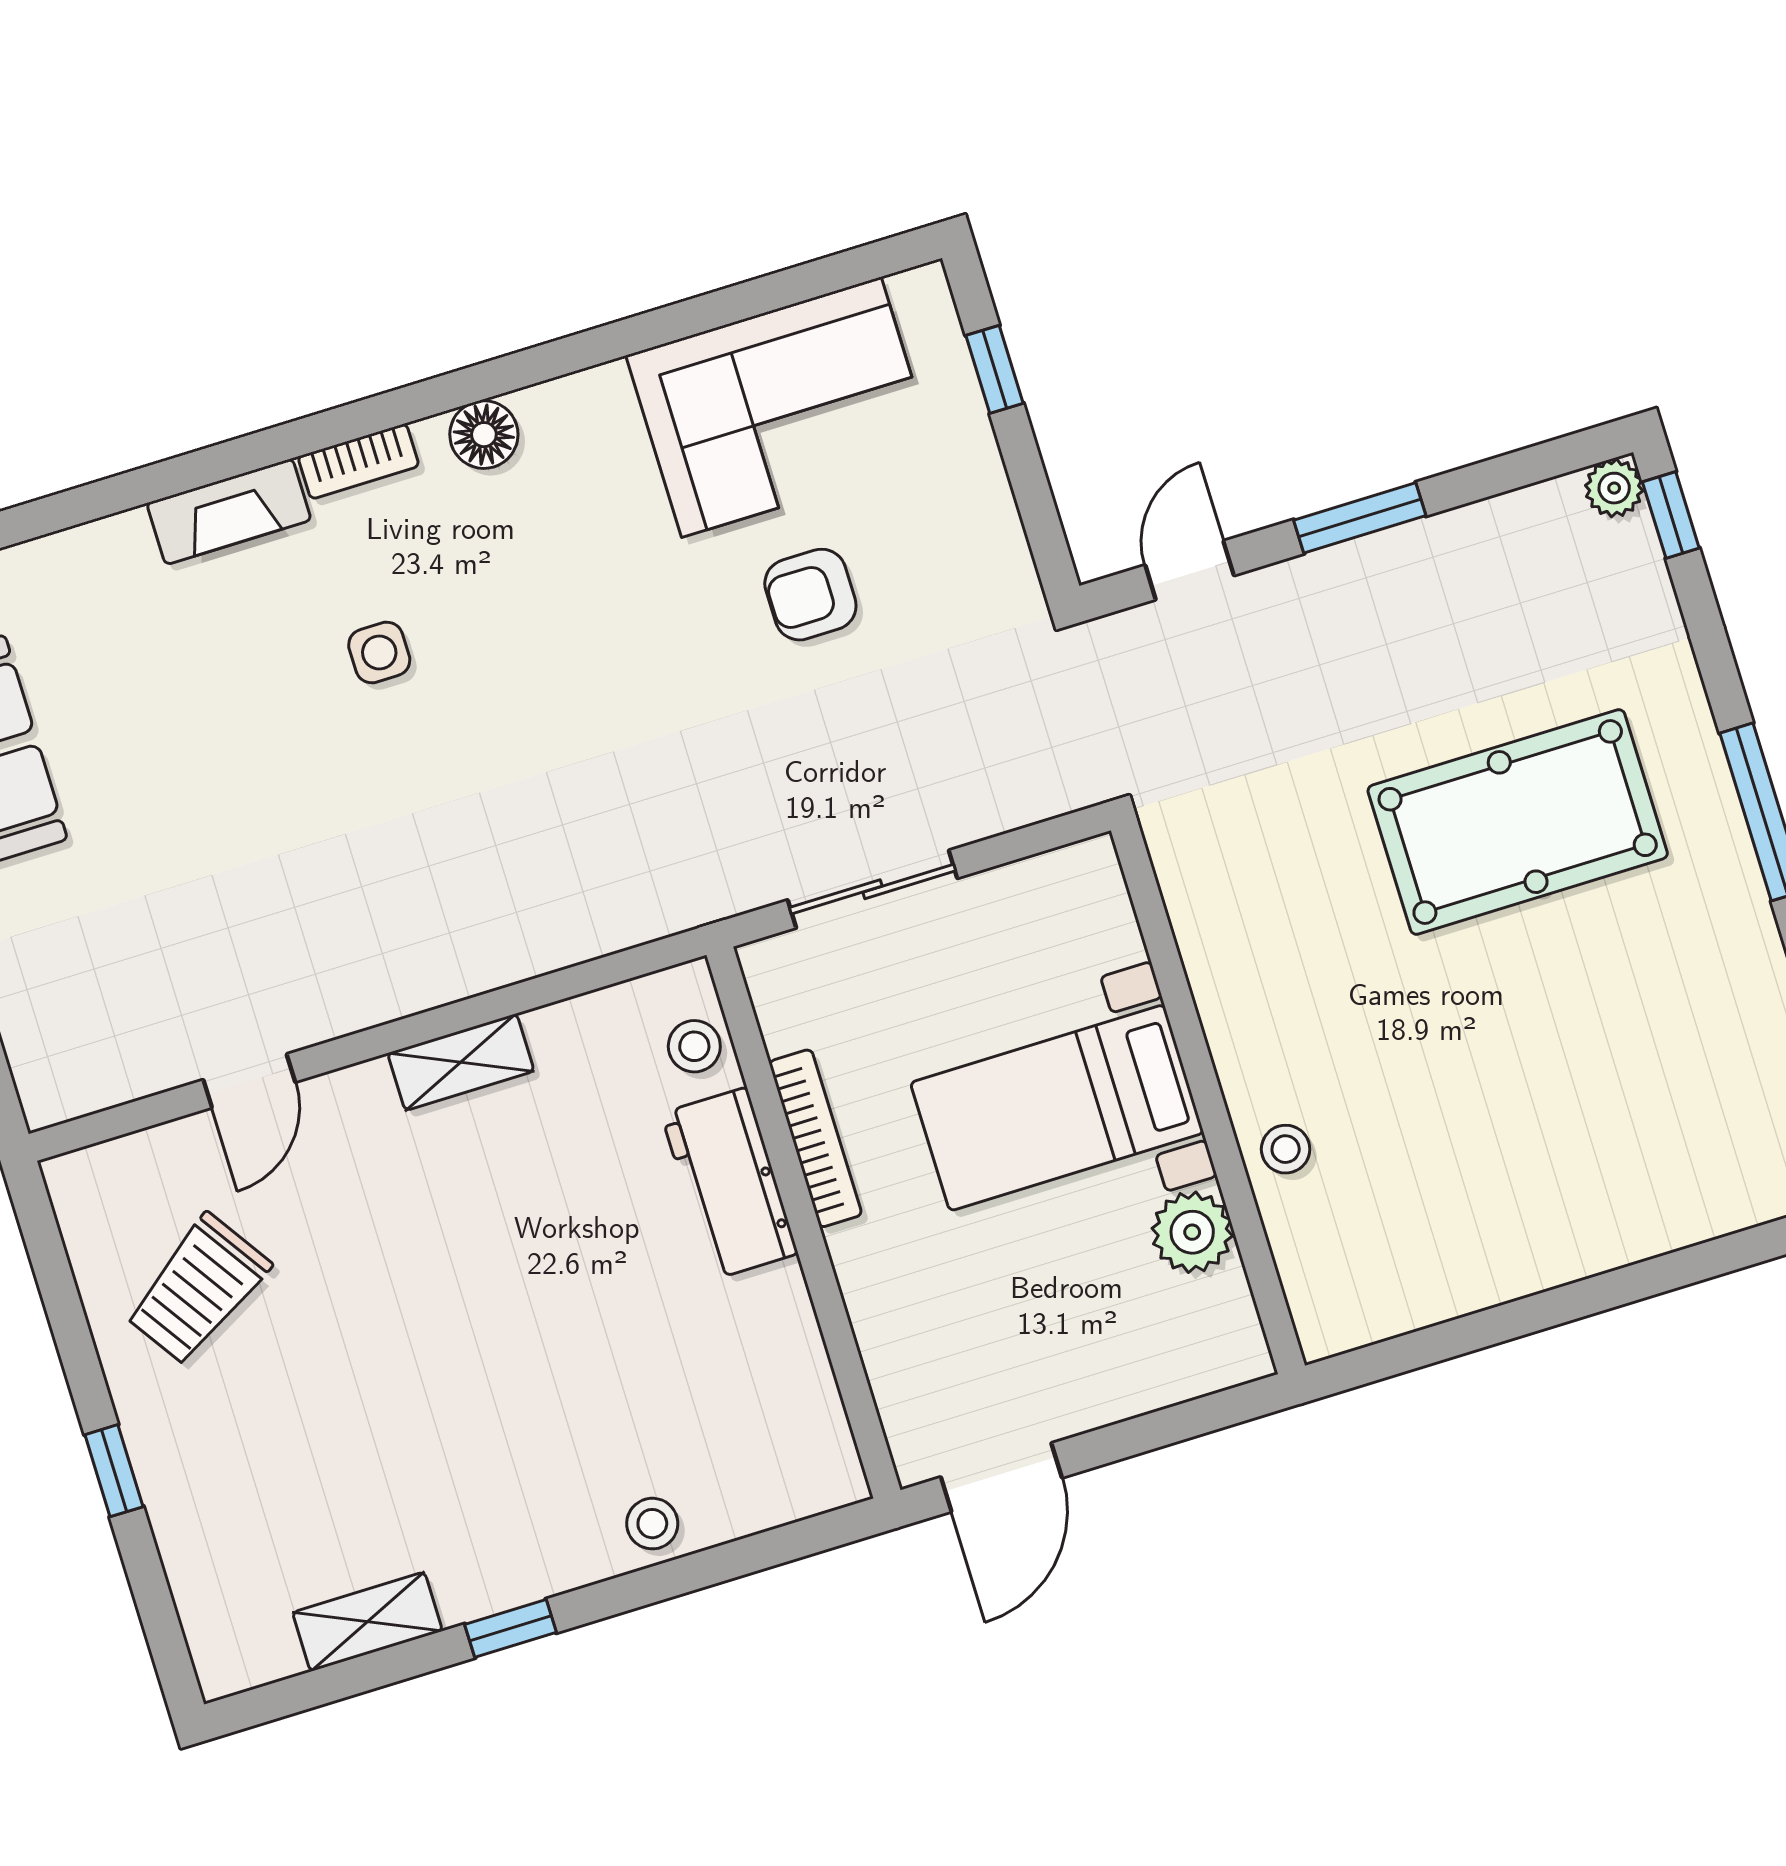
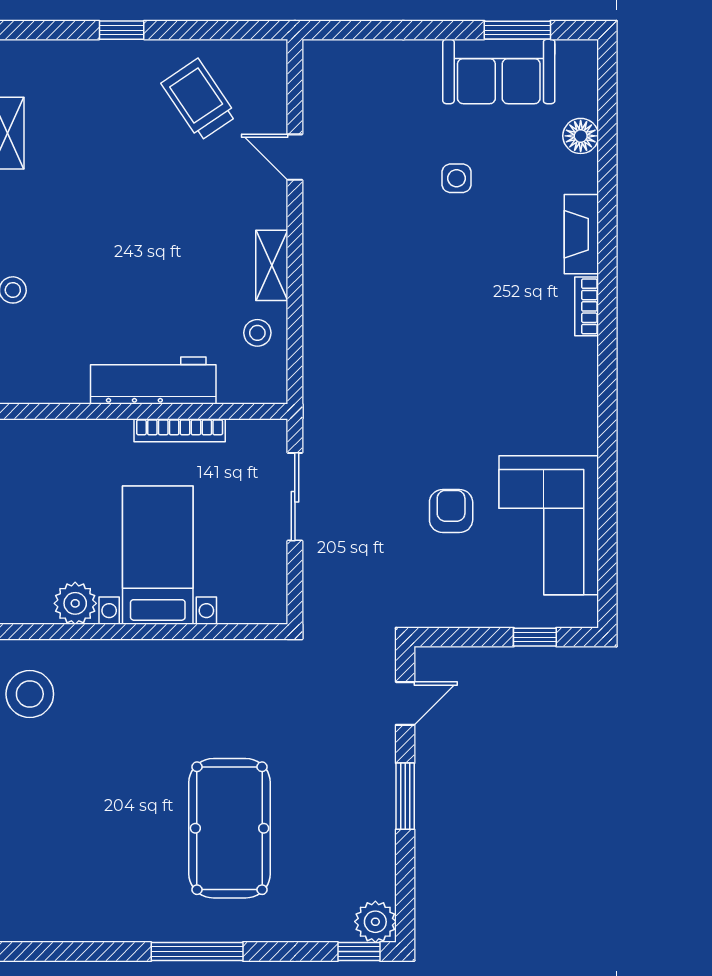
floor lamp: (484, 435) -> (581, 136), moved
plant: (1614, 488) -> (375, 922), width x1.38, depth x1.38
door: (1190, 570) -> (405, 703), hinge flipped
side table: (379, 653) -> (457, 178), moved
stool: (694, 1046) -> (257, 333), moved
stool: (1286, 1149) -> (30, 694), moved, width x1.89, depth x1.89
workbench: (730, 1183) -> (153, 381), width x1.38

